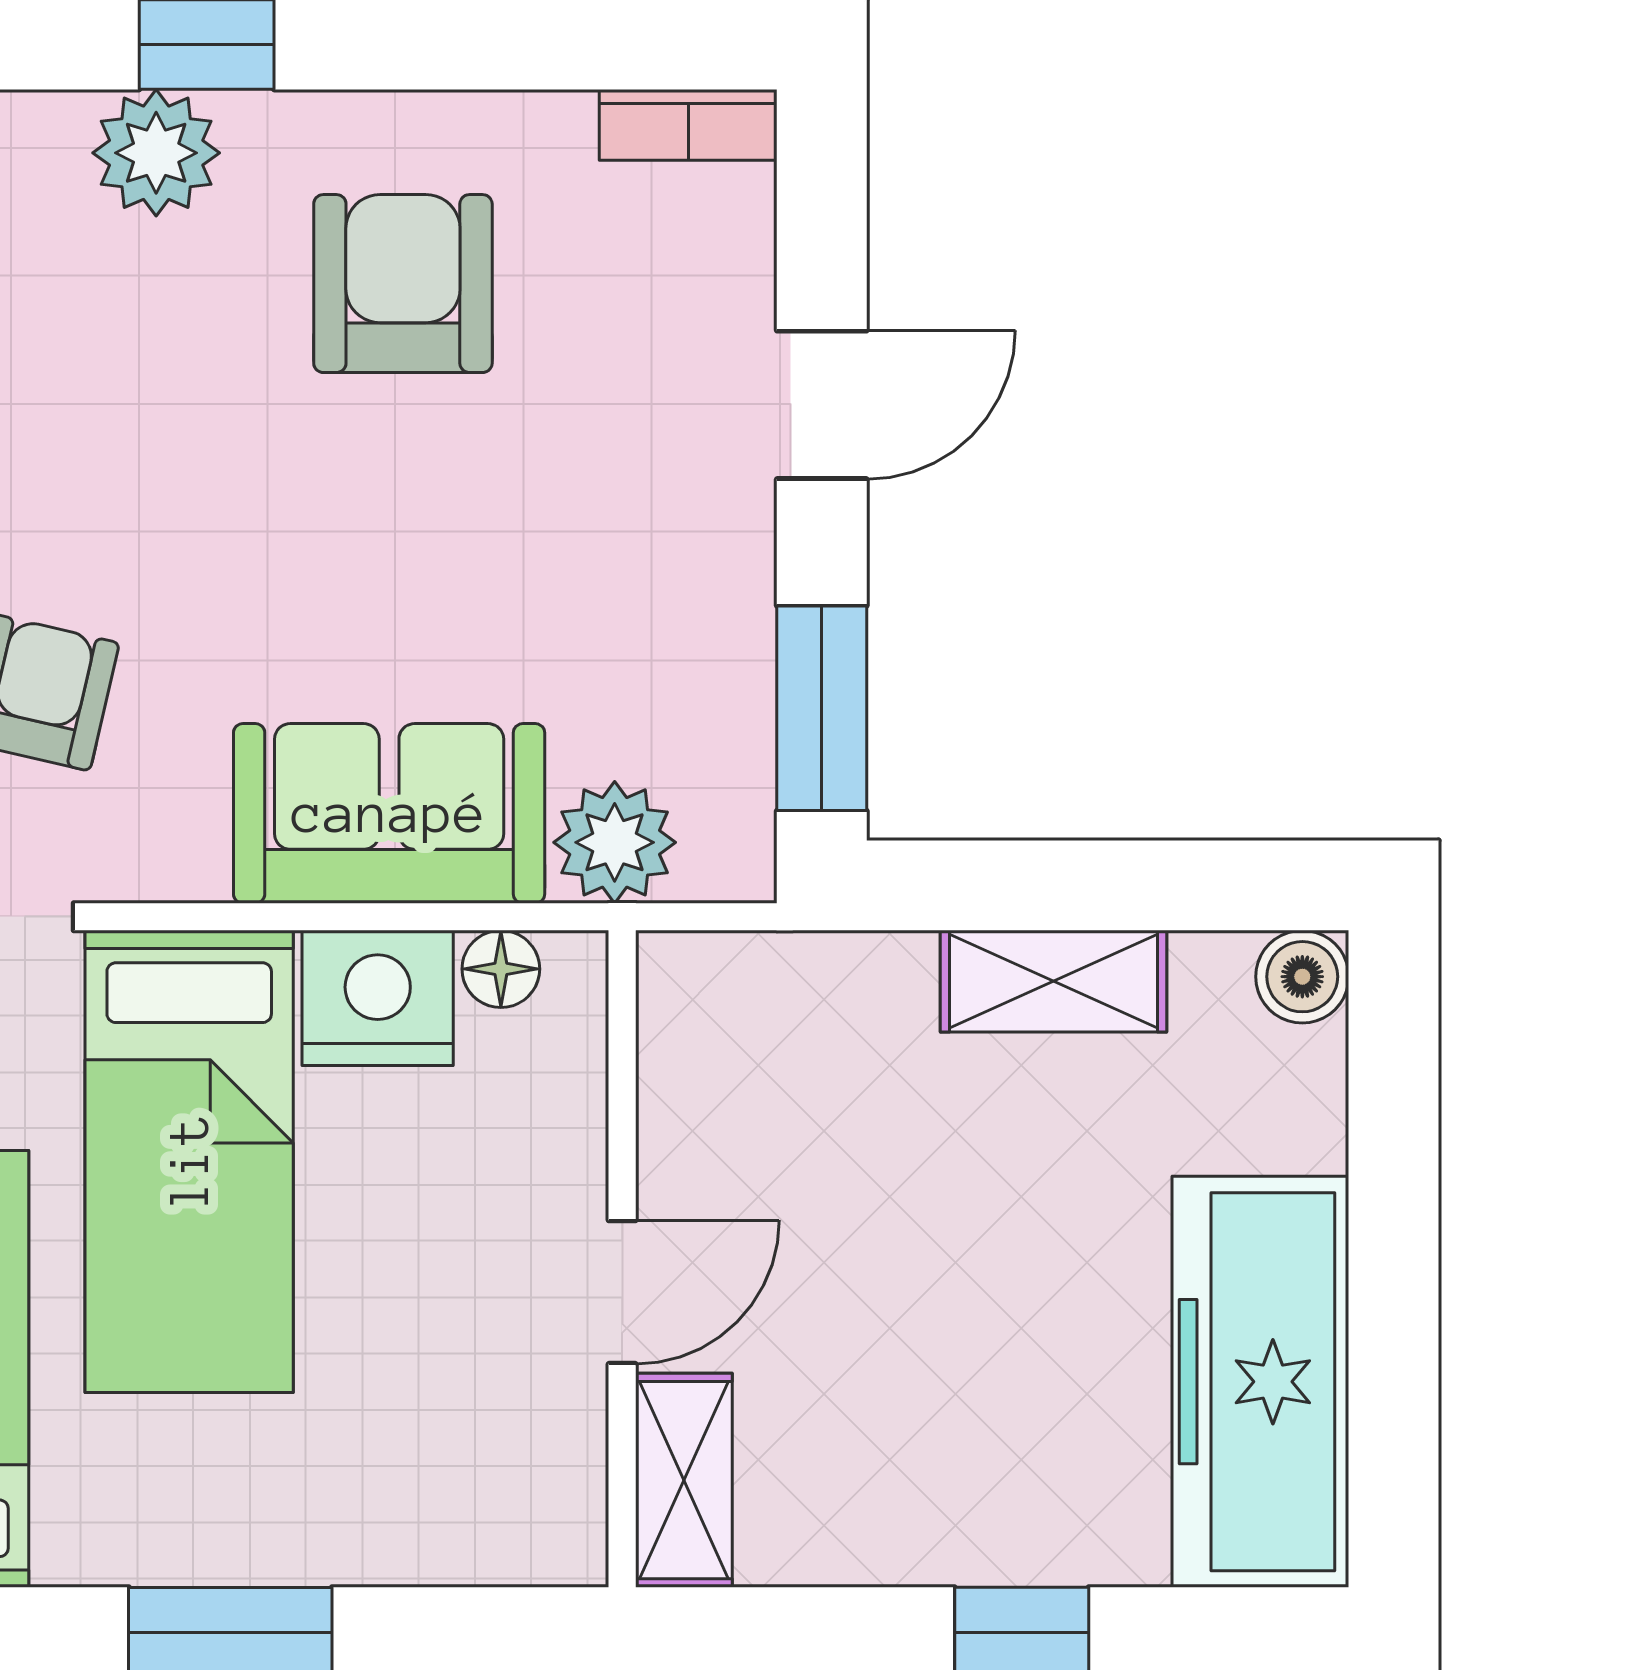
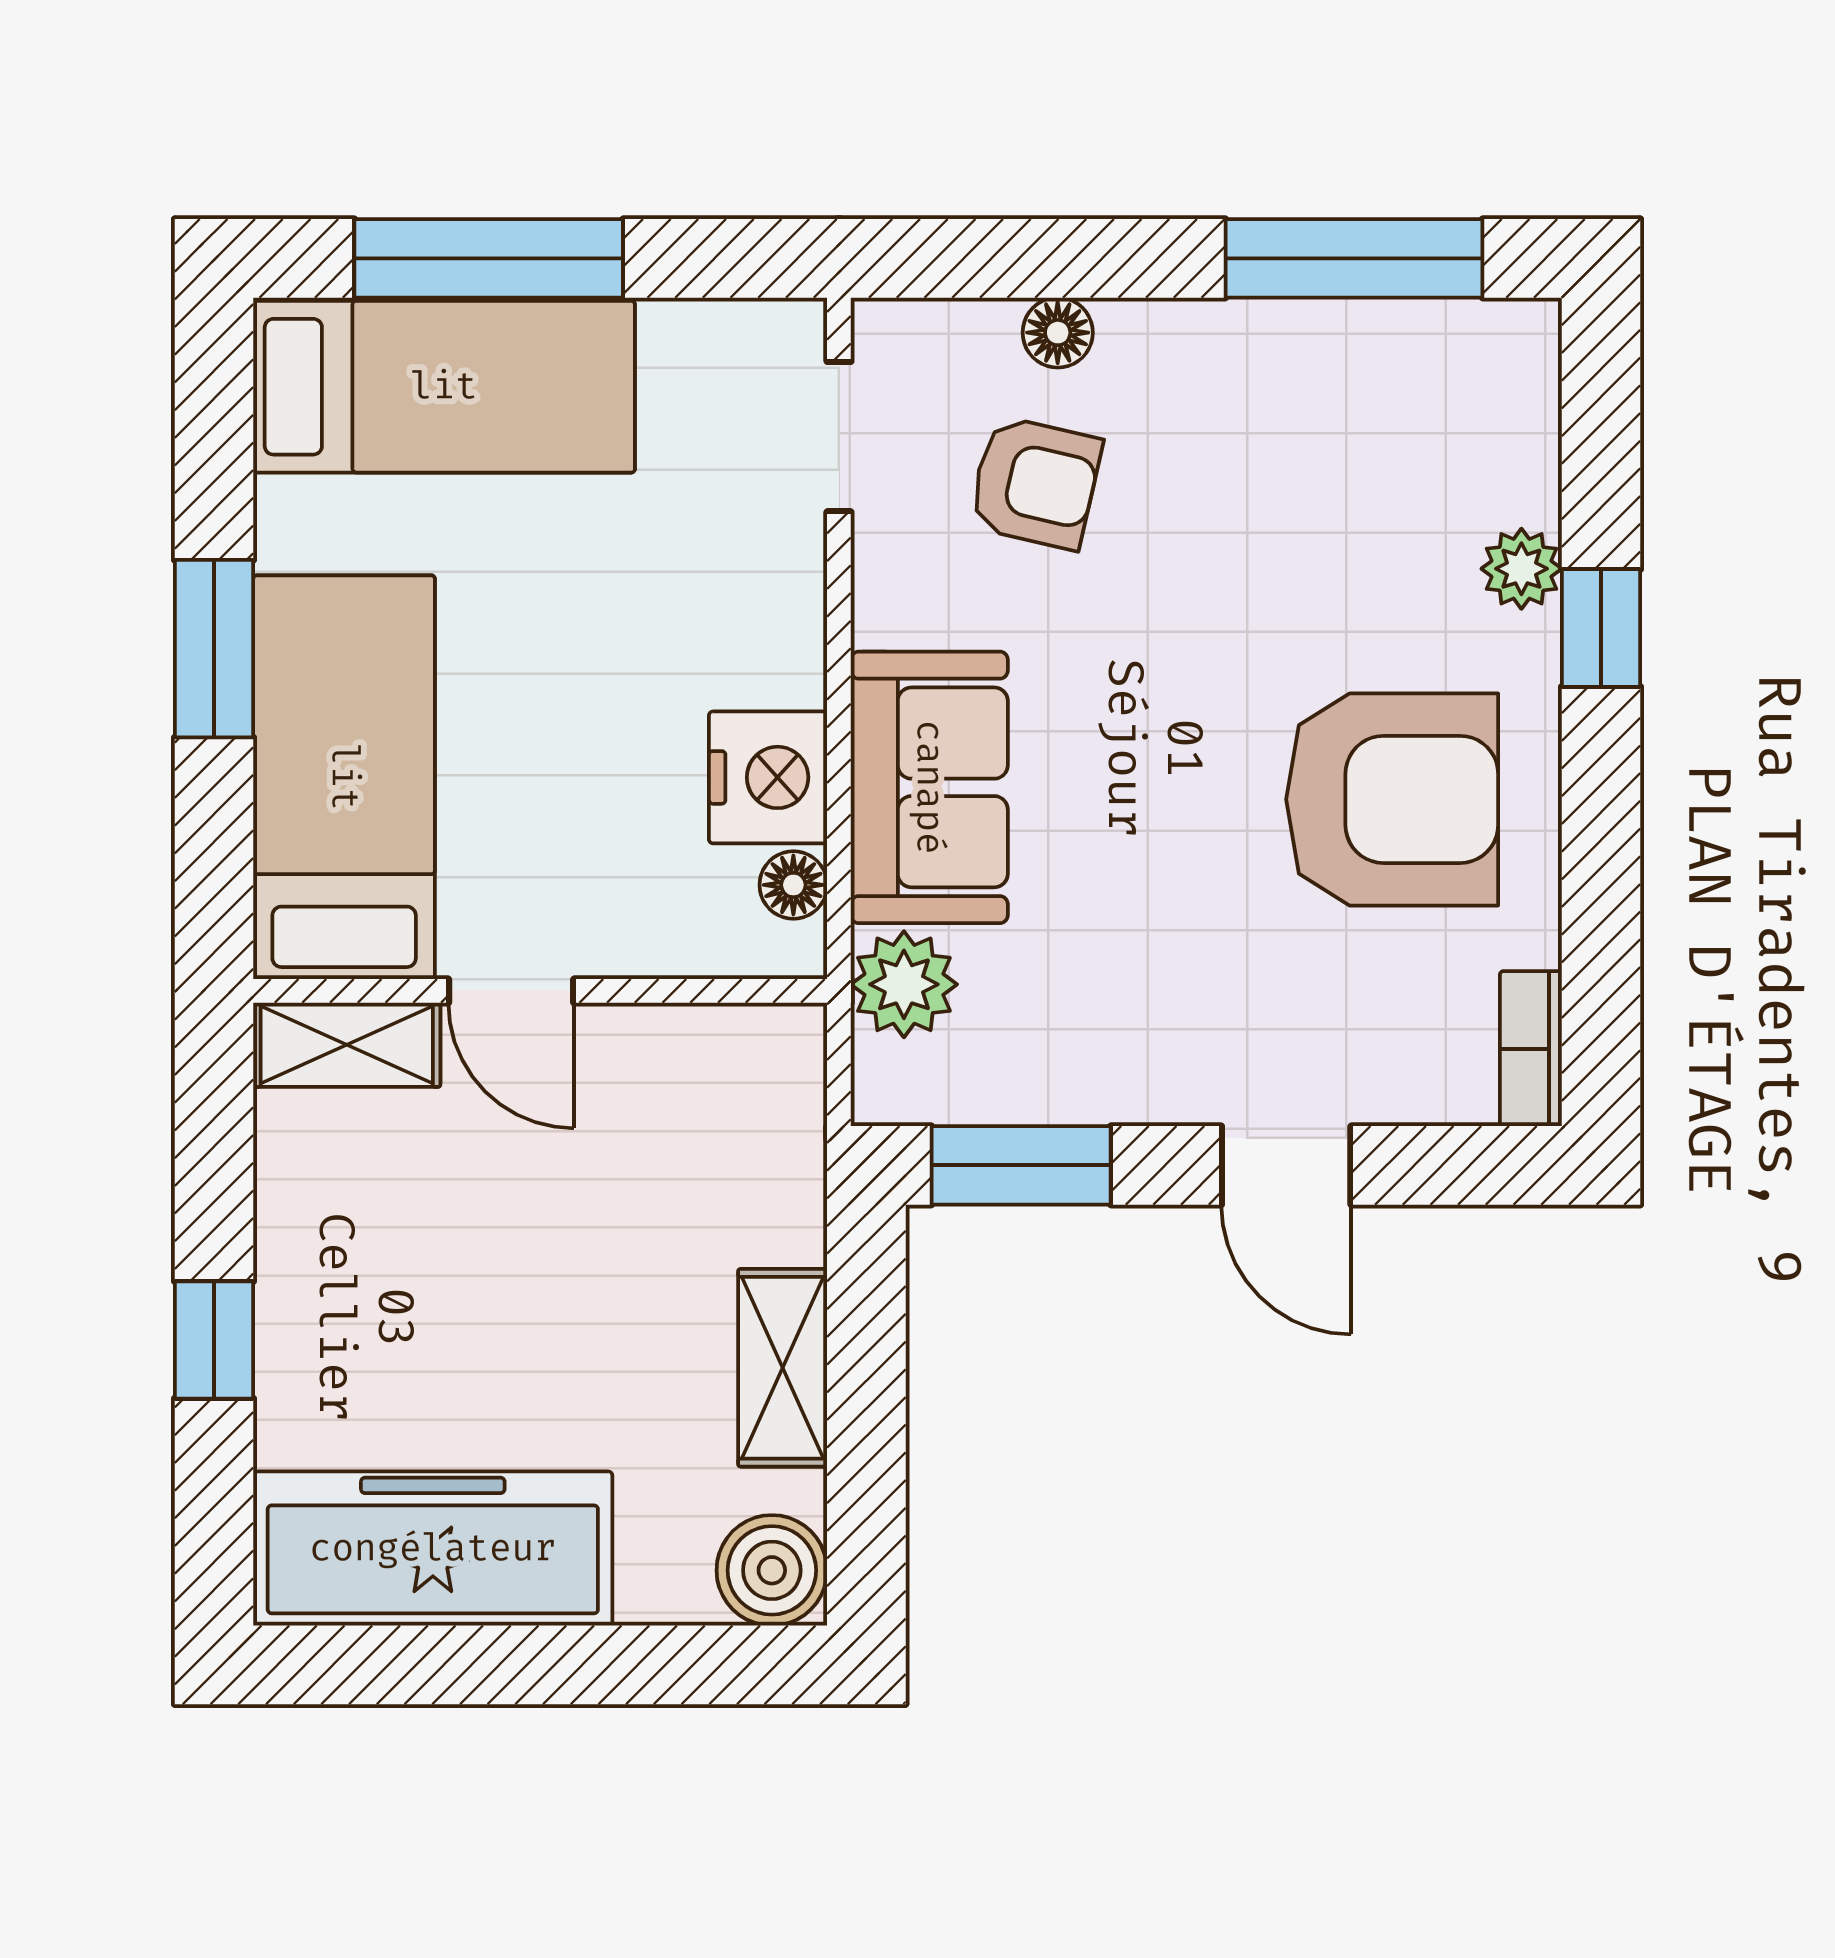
plant: (156, 153) -> (1521, 569), width x0.73, depth x0.73
armchair: (403, 284) -> (1392, 799), width x1.36, depth x1.36
boiler: (1302, 977) -> (772, 1570), width x1.36, depth x1.36
bed: (189, 1161) -> (344, 777), moved, turned 90

